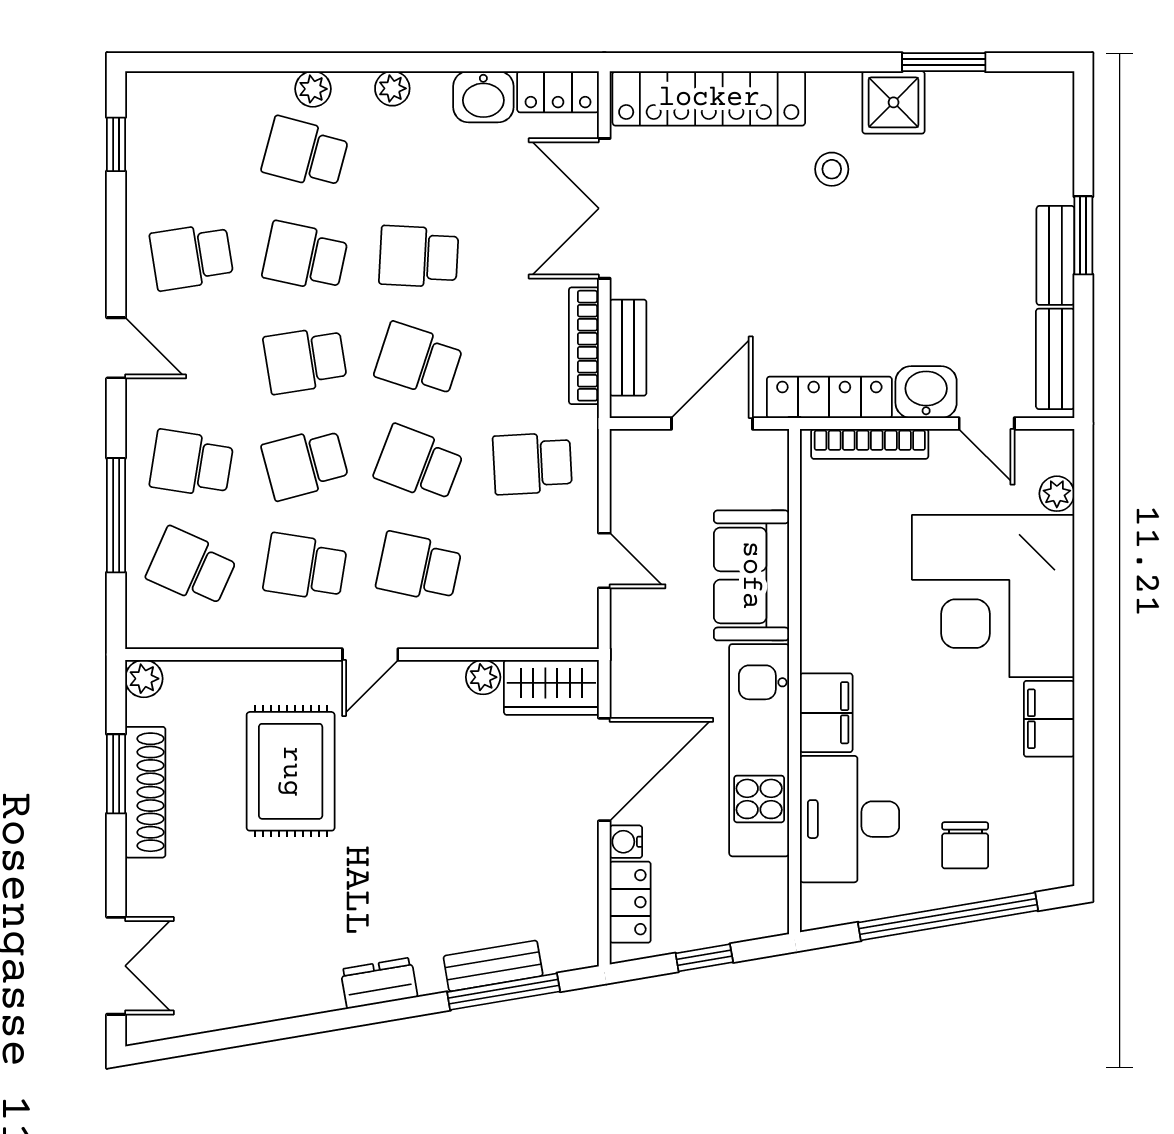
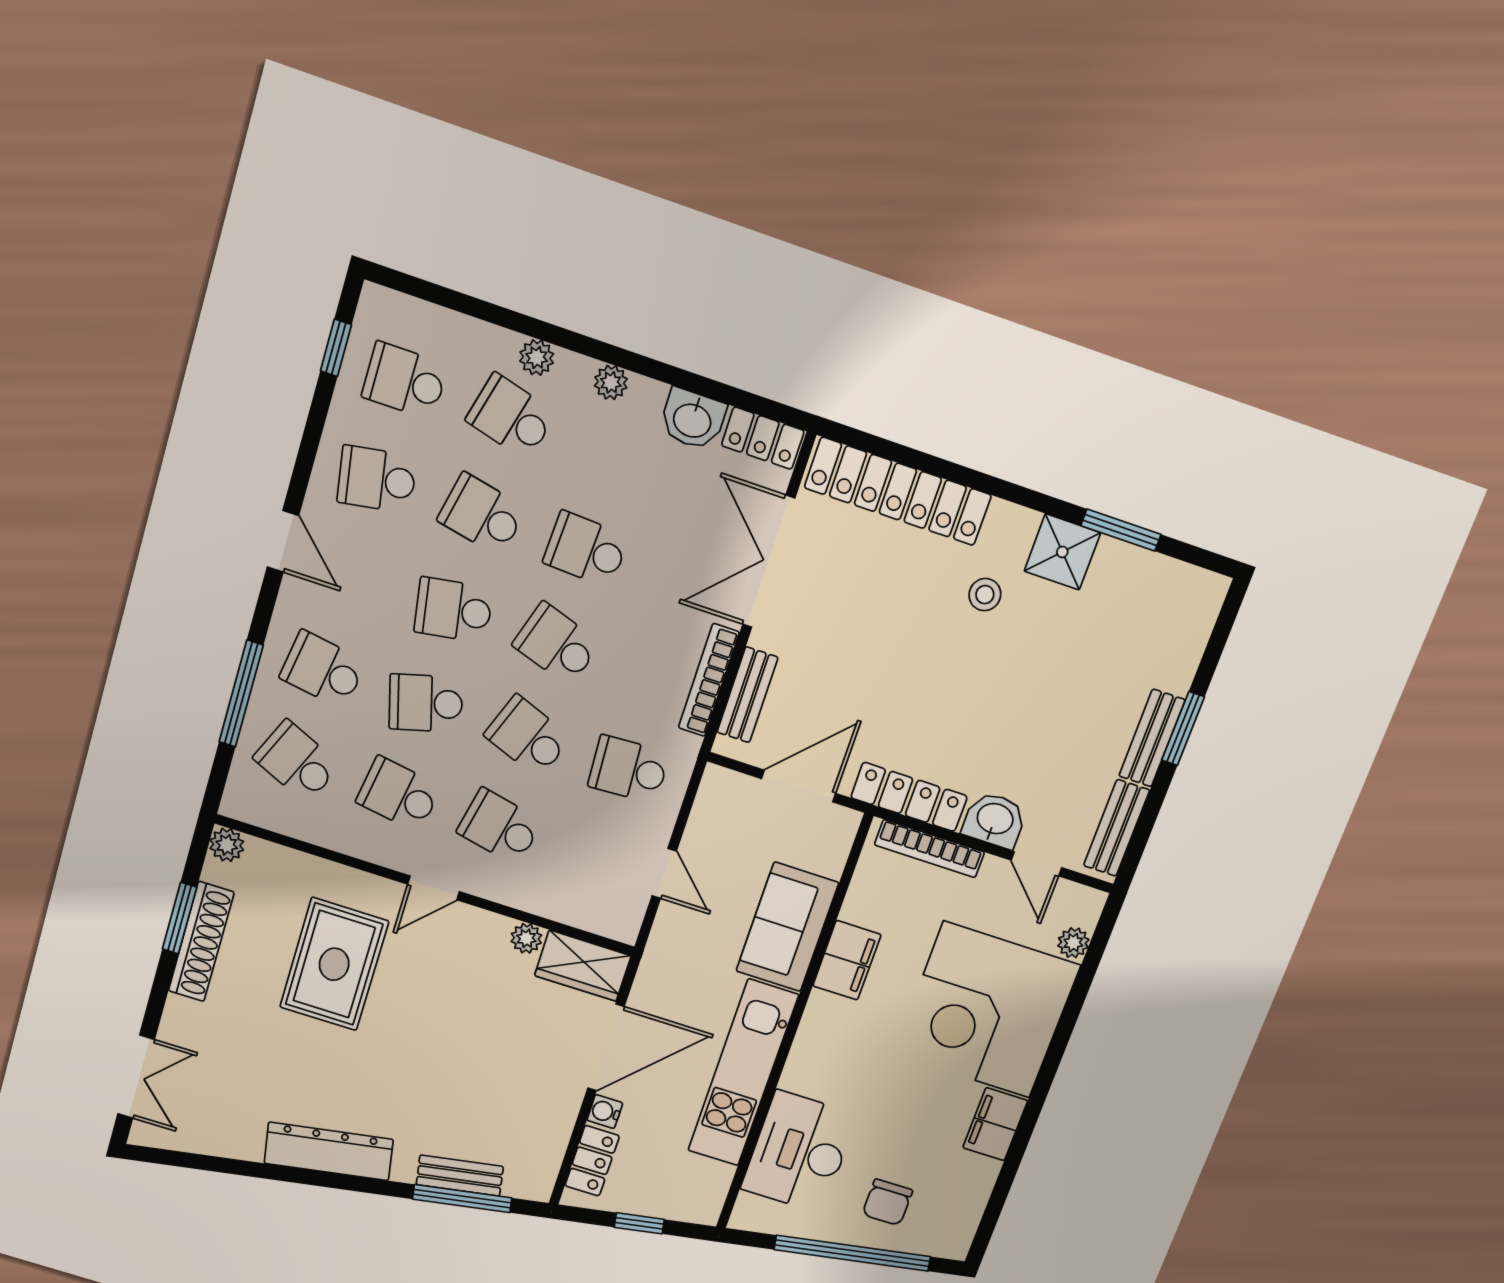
school desk: (192, 153) -> (405, 381), added
filing cabinet: (826, 713) -> (847, 960), moved
dresser: (379, 983) -> (329, 1151), width x1.96, depth x1.24

